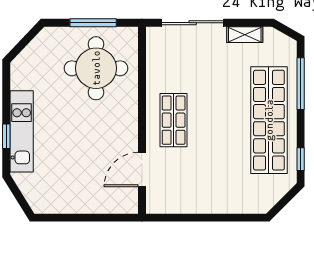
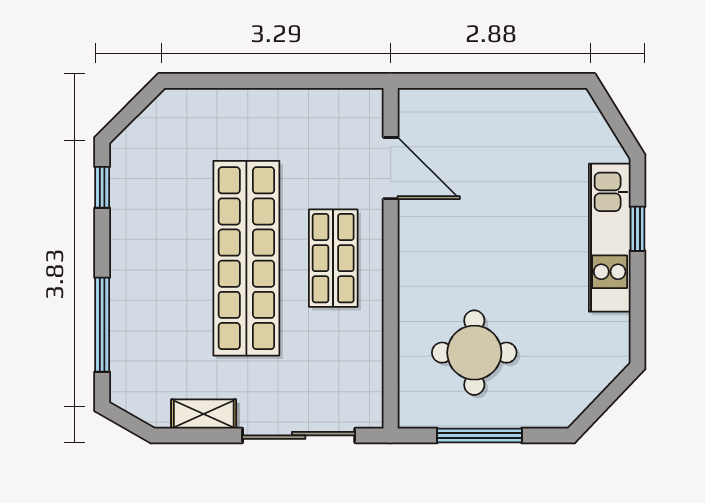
round table: (96, 68) -> (474, 353), width x0.73, depth x0.73
shop shelf: (269, 120) -> (246, 258), moved
door: (142, 170) -> (391, 168), hinge flipped

